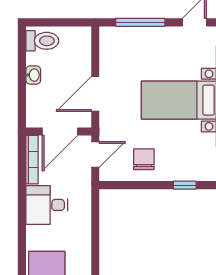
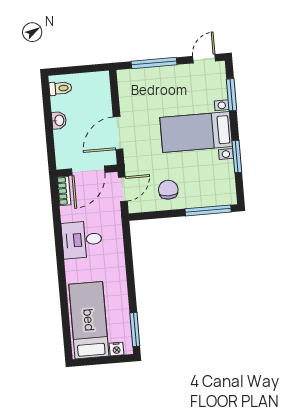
toilet: (42, 41) -> (60, 88), width x0.73, depth x0.72
bookcase: (32, 160) -> (64, 191), width x0.64
window: (185, 185) -> (208, 210), width x2.17

